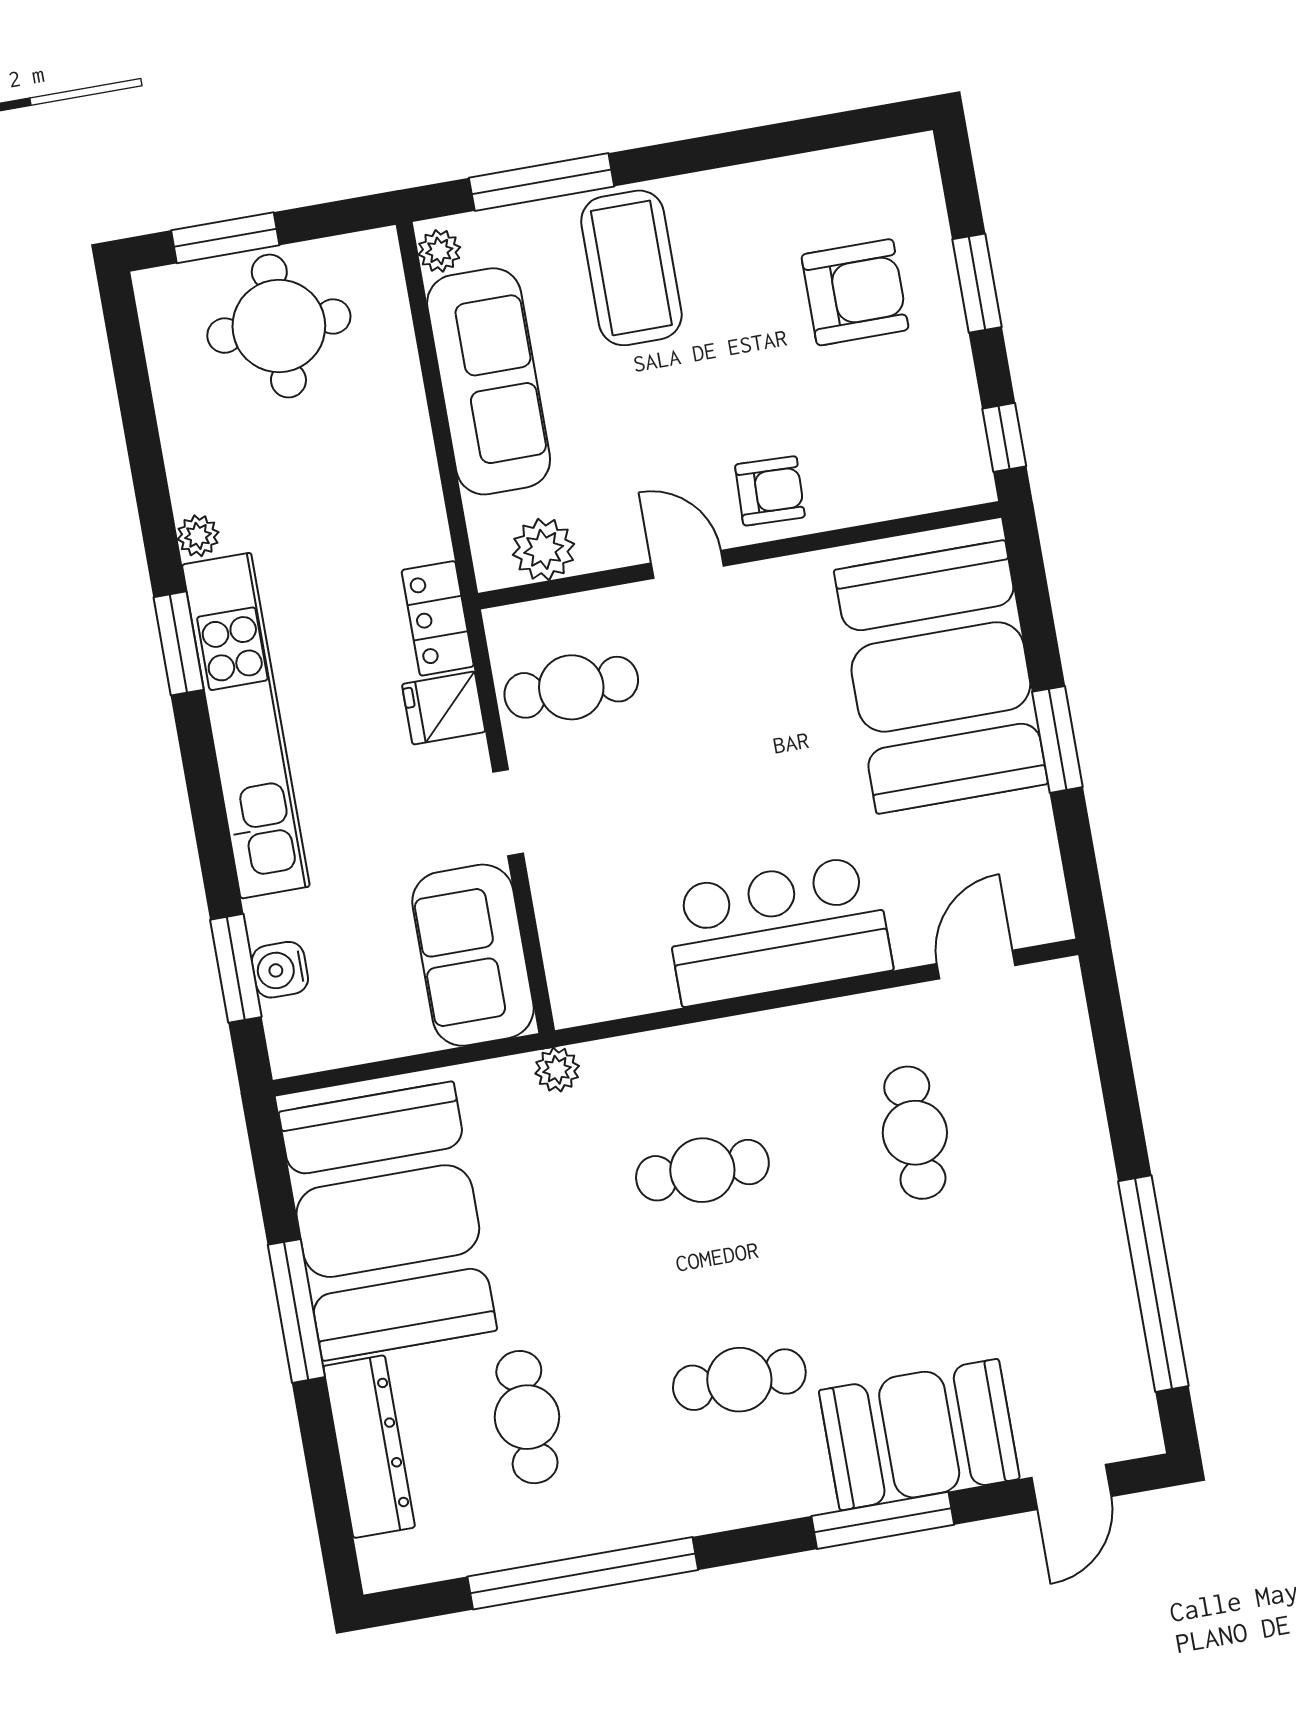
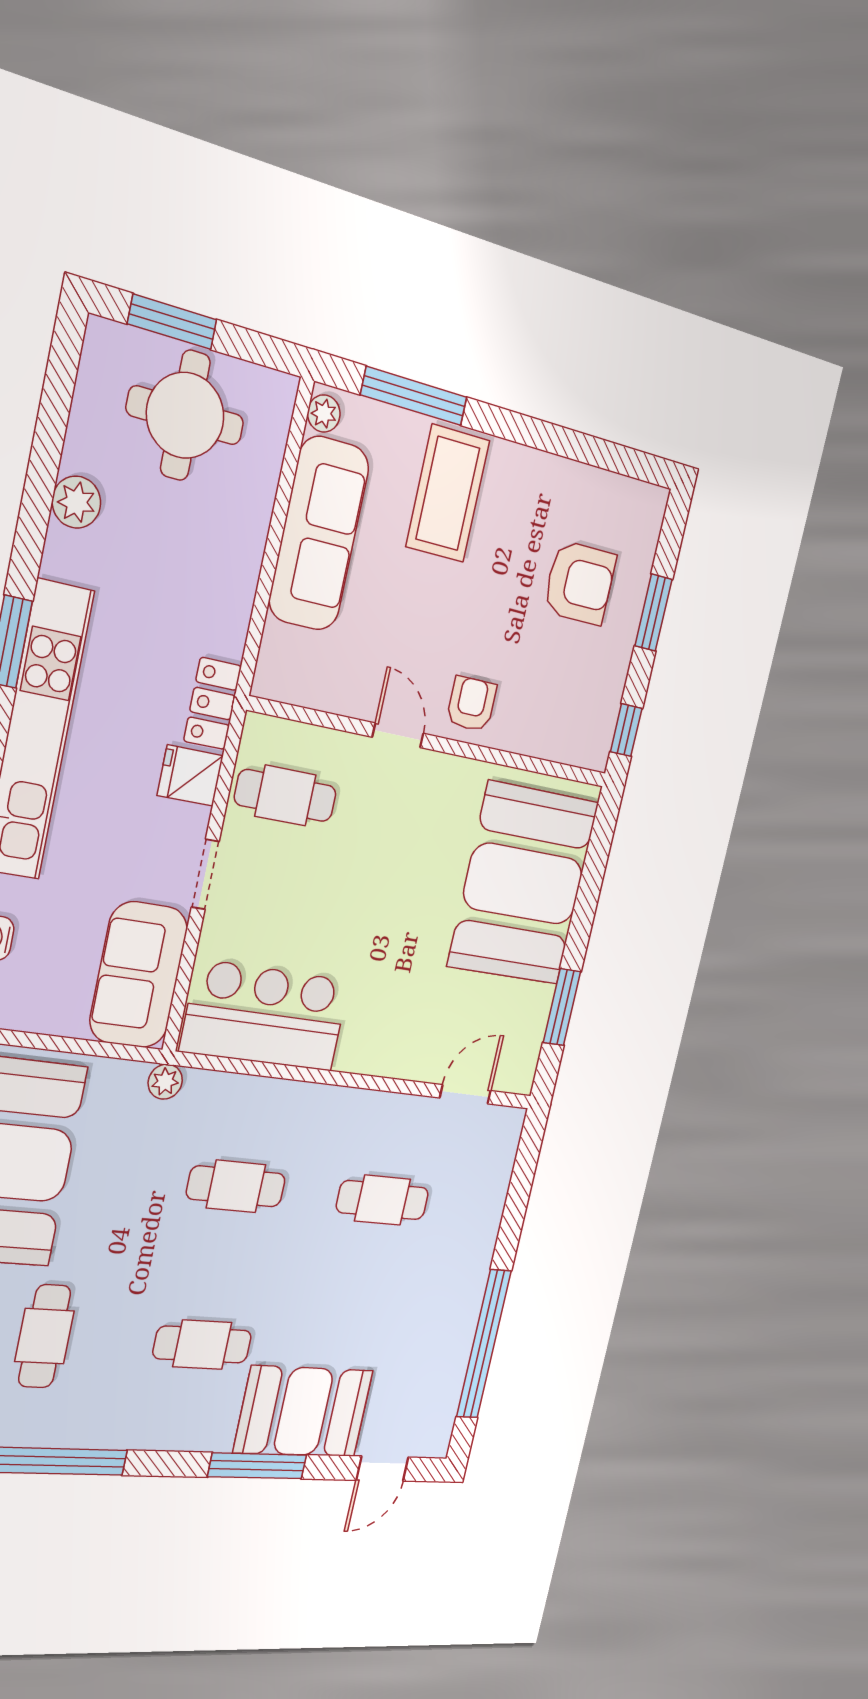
armchair: (770, 491) -> (471, 704), turned -92
plant: (198, 536) -> (76, 502), moved, width x1.38, depth x1.38
plant: (544, 549) -> (307, 682), removed
window: (1057, 739) -> (562, 1007), moved
bar counter: (778, 930) -> (265, 1016), moved
cafe table: (915, 1133) -> (382, 1200), turned 90

